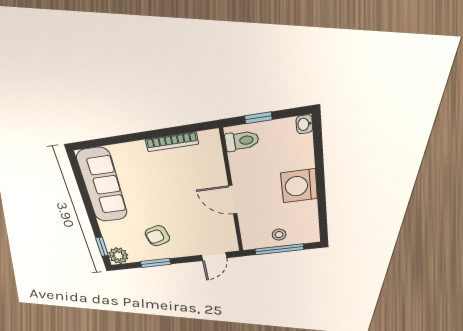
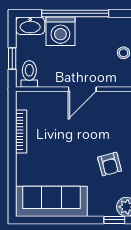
washbasin: (304, 124) -> (30, 26), width x1.91, depth x1.45
window: (320, 181) -> (75, 13), added
washing machine: (299, 186) -> (60, 31), moved

